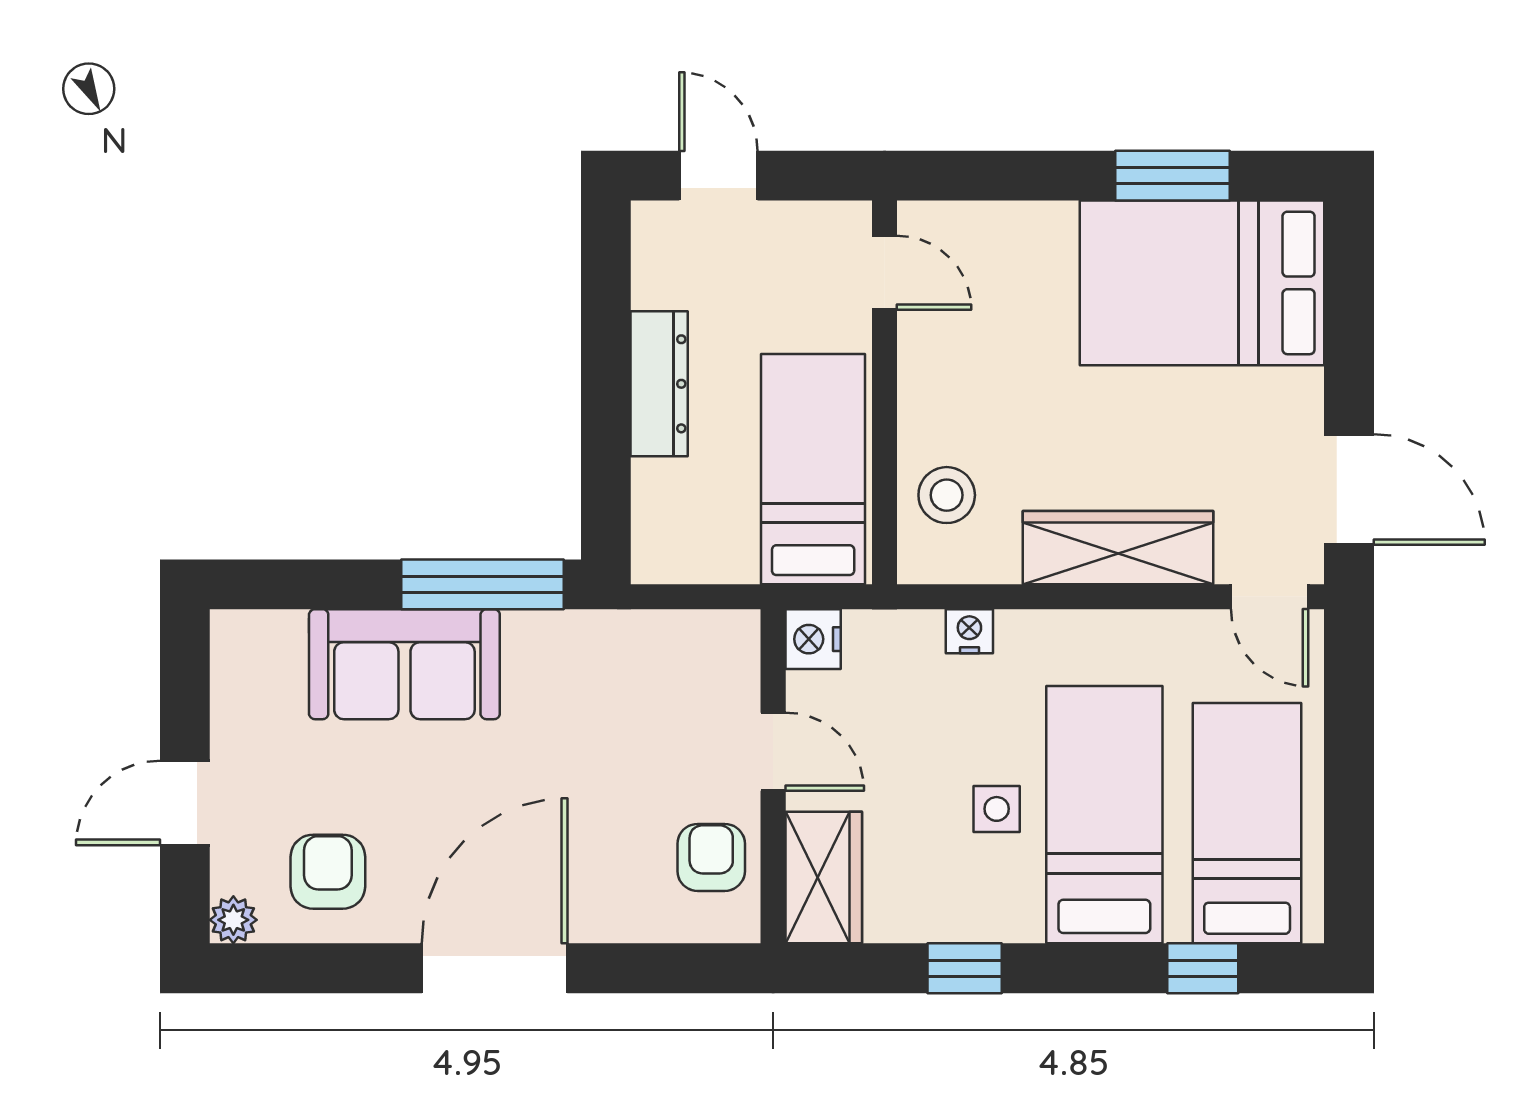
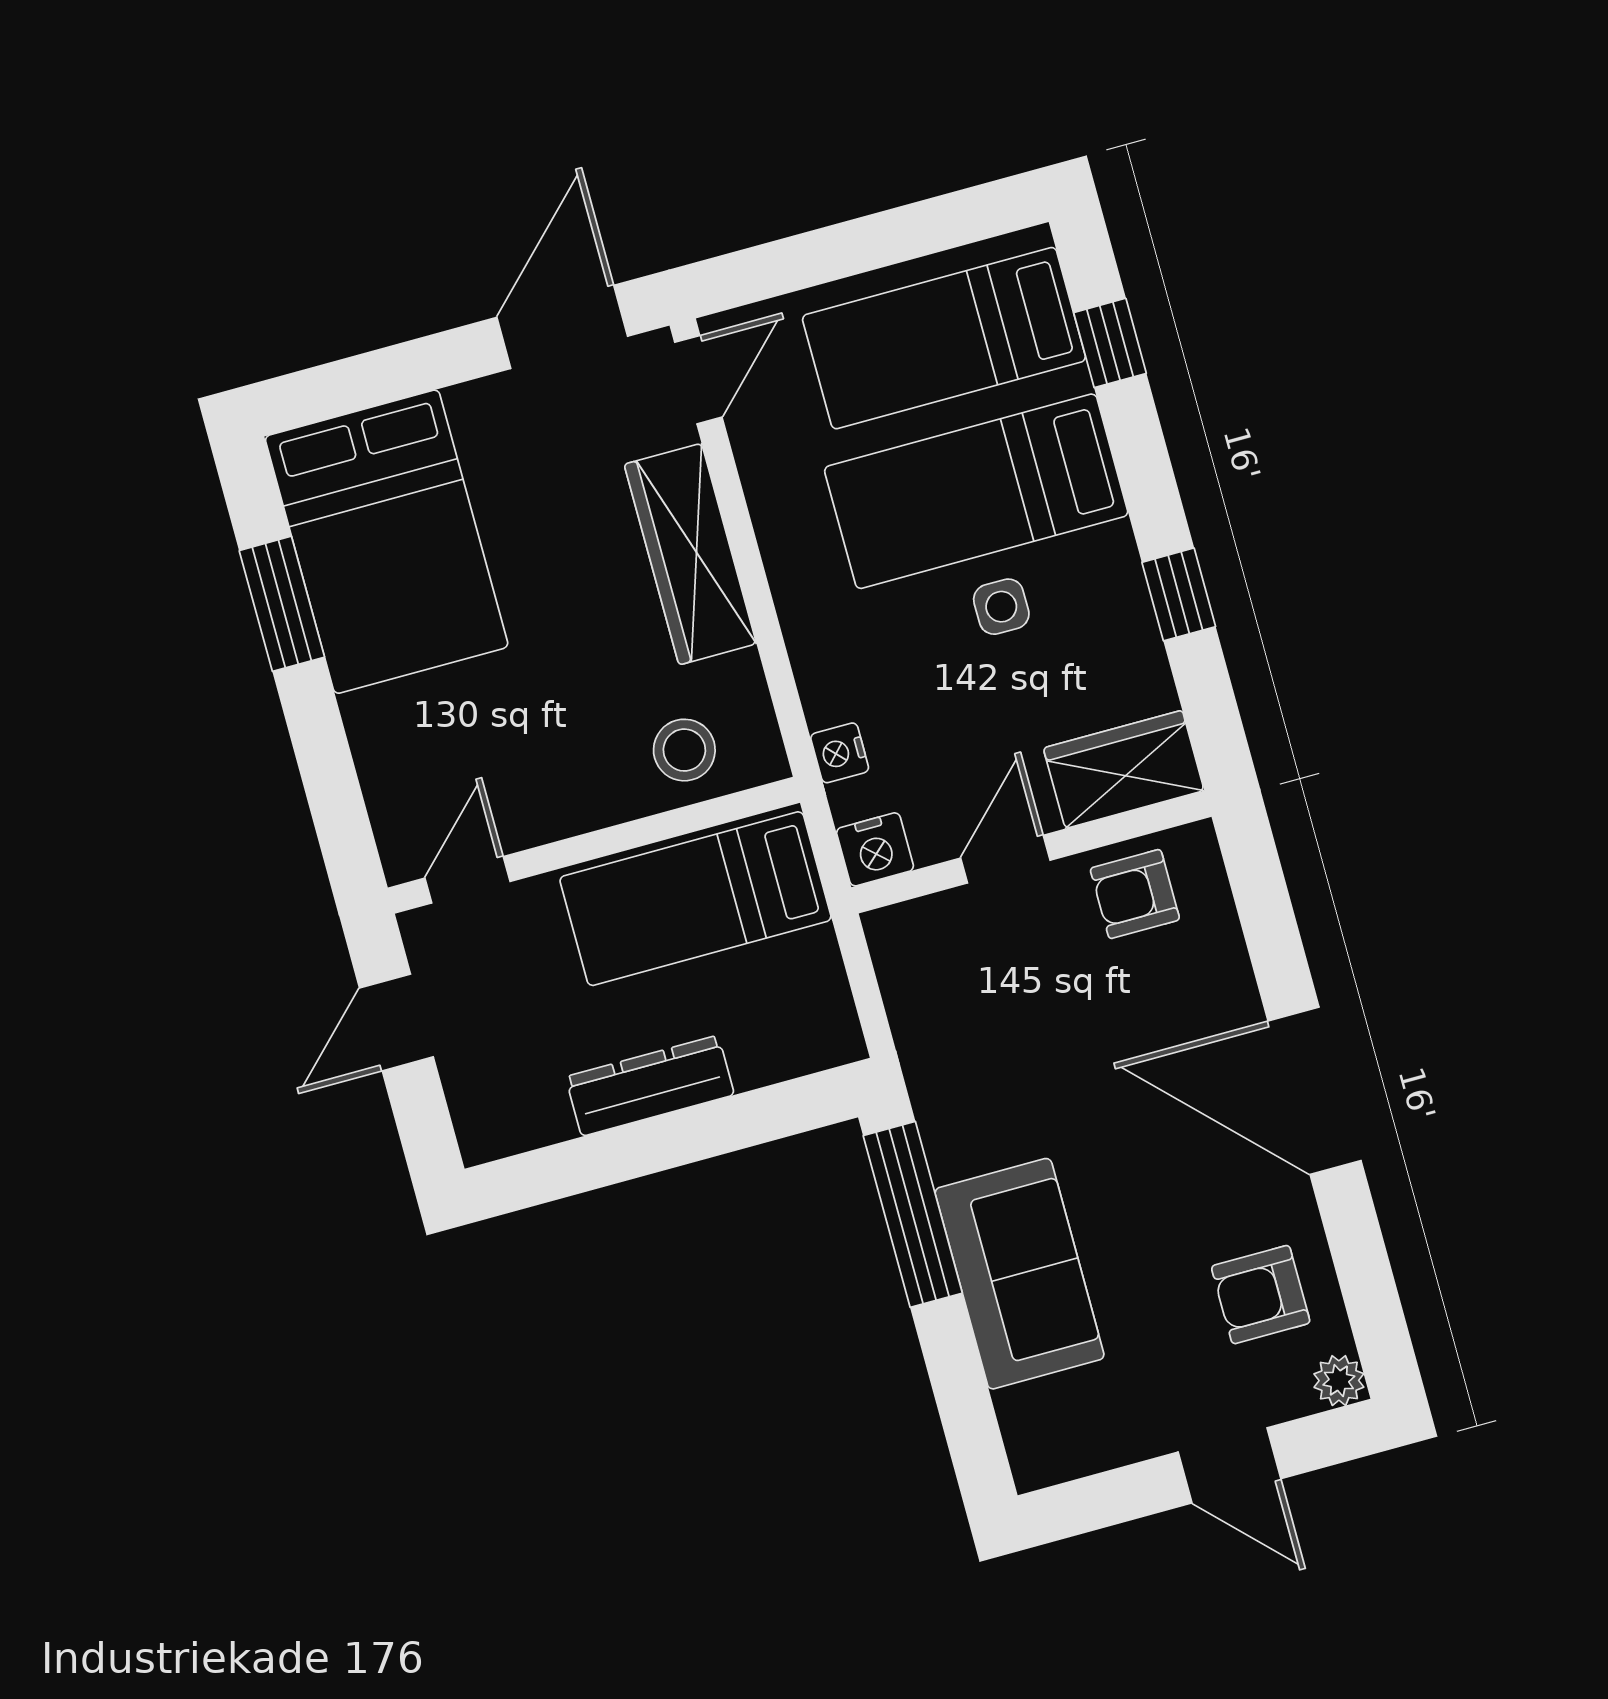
door: (718, 176) -> (396, 1022), moved
nightstand: (969, 631) -> (840, 753), moved

